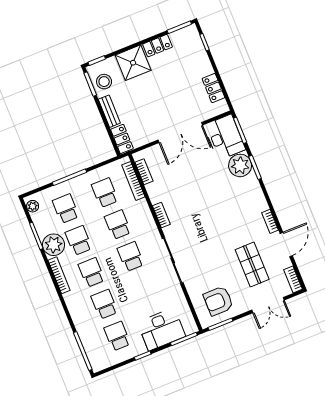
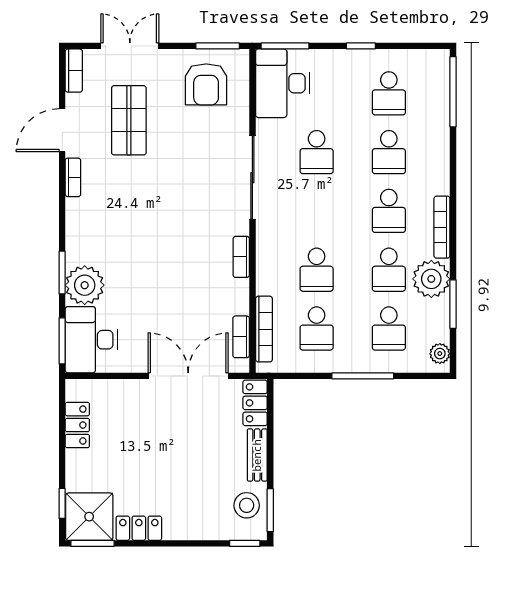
shower: (133, 63) -> (89, 517), moved
double door: (180, 132) -> (188, 376), moved
school desk: (131, 257) -> (317, 152), moved
armchair: (218, 301) -> (206, 84), turned 90
desk: (161, 329) -> (282, 83), moved, turned -90

